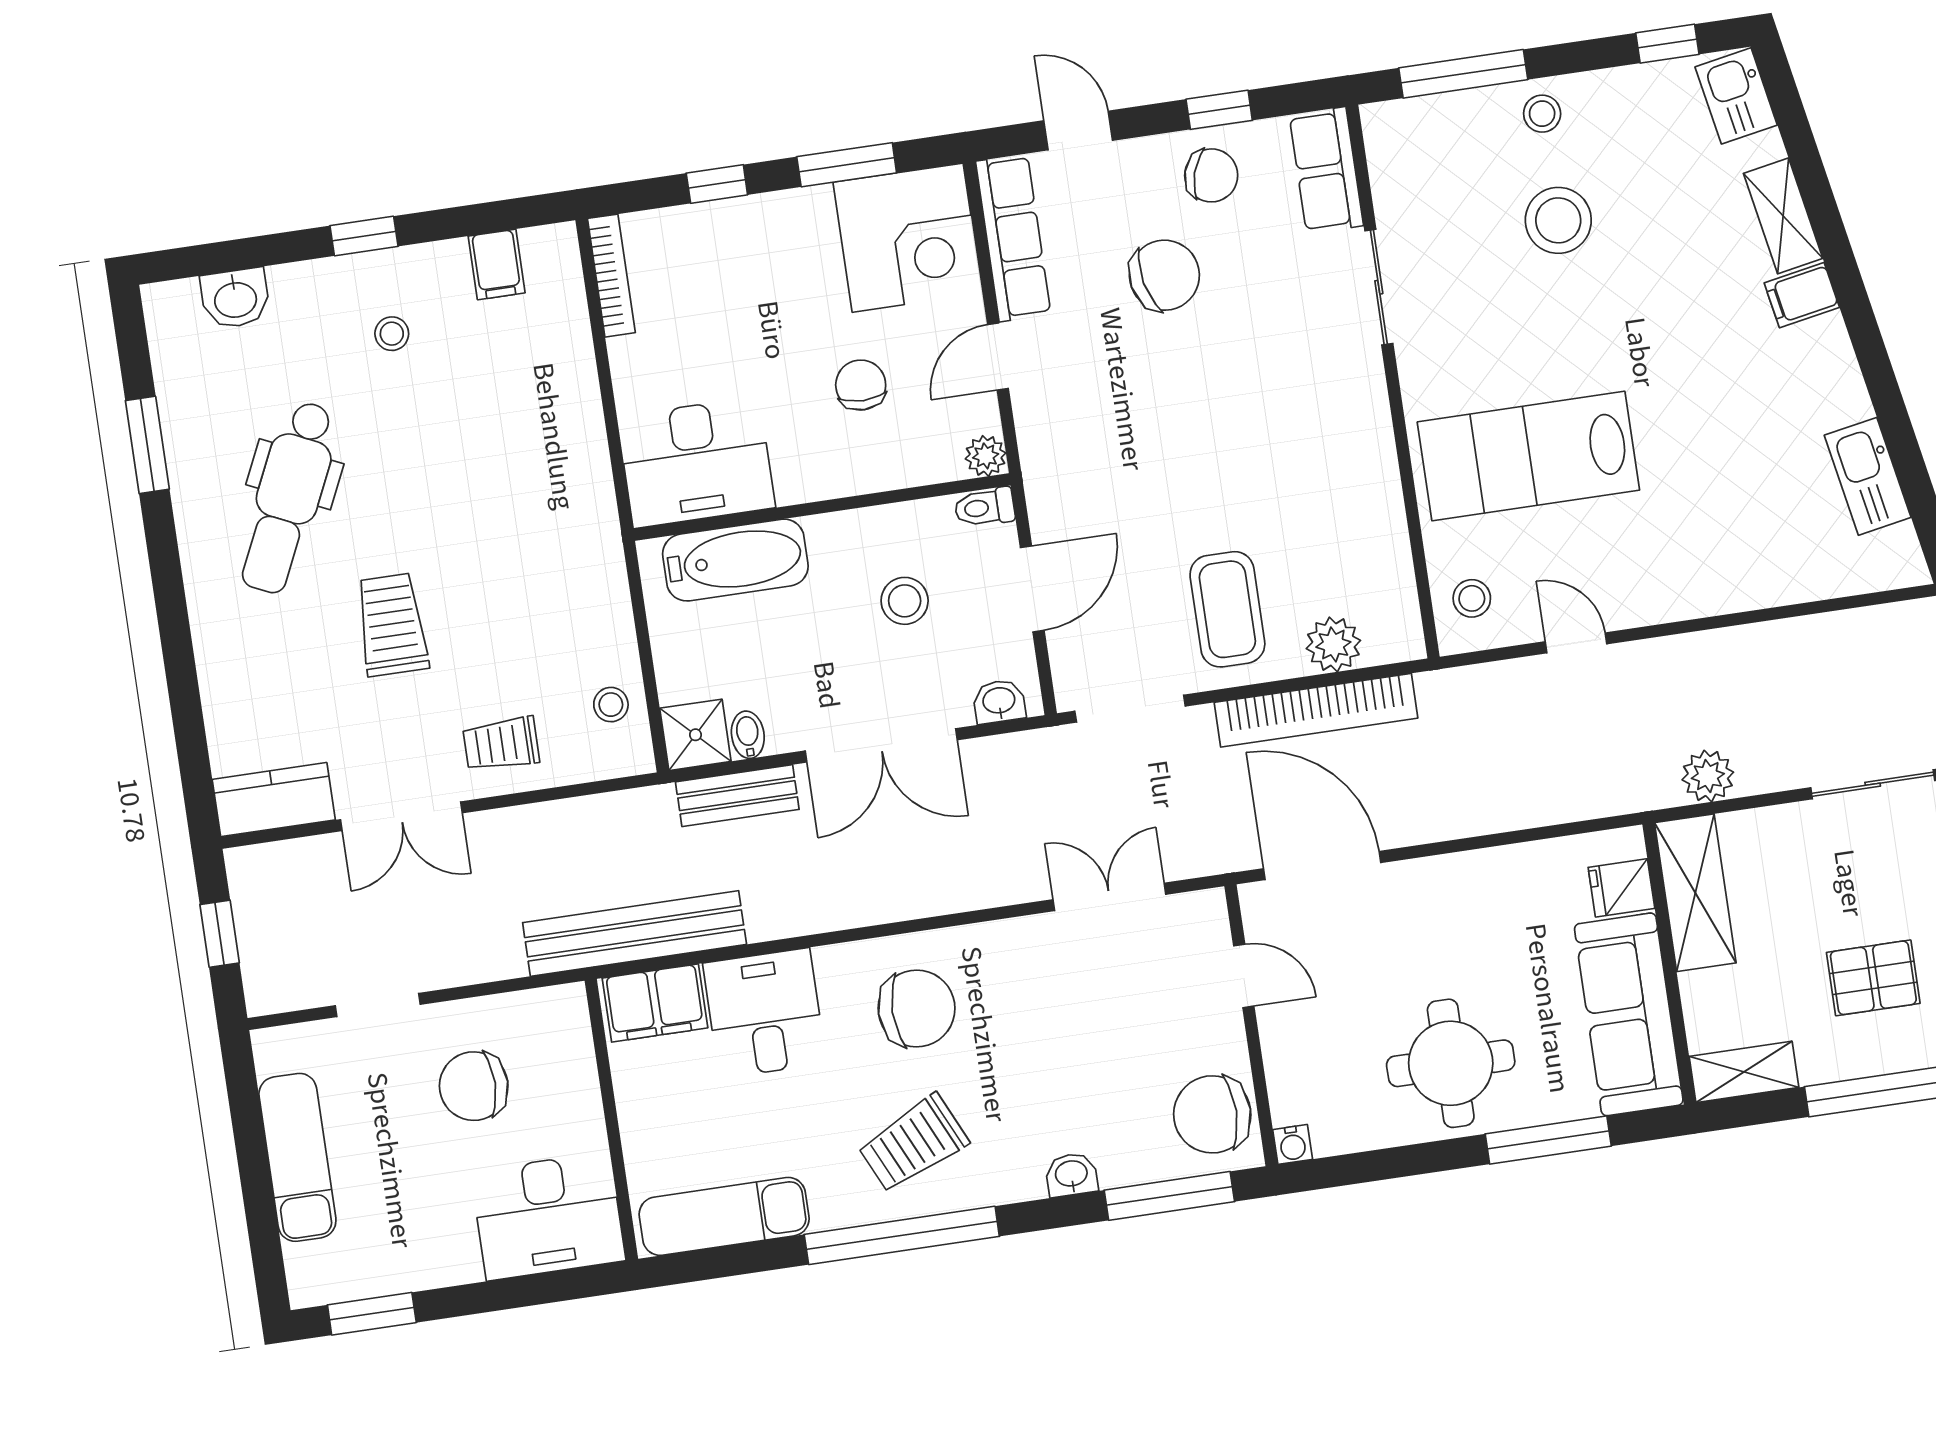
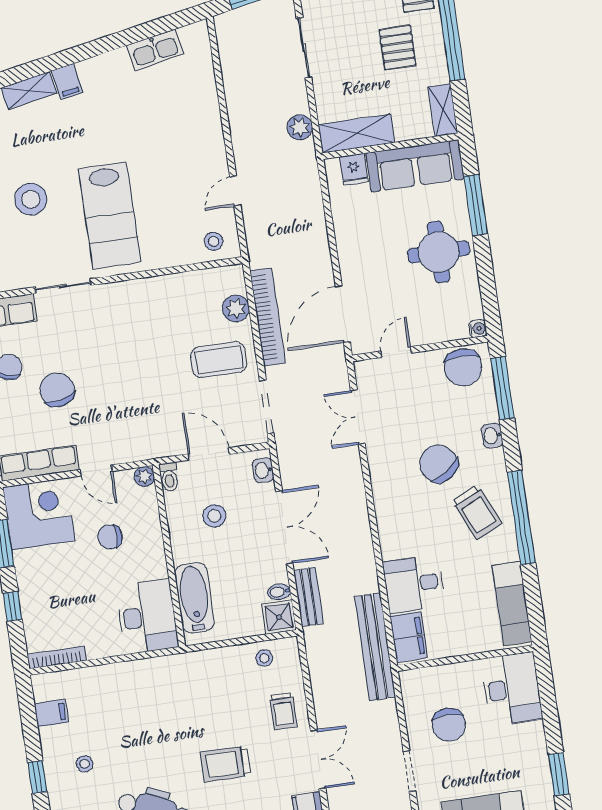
lab bench: (1528, 456) -> (110, 215), moved
chair: (917, 1008) -> (439, 464), moved, turned -35

